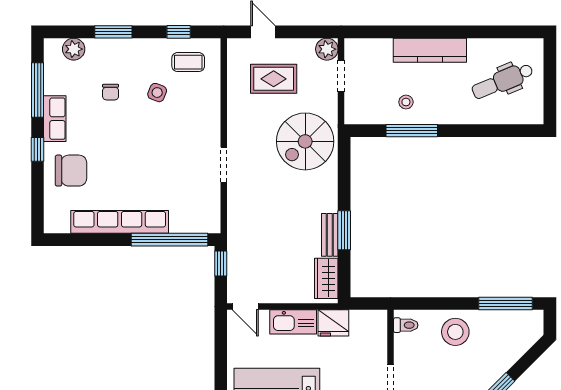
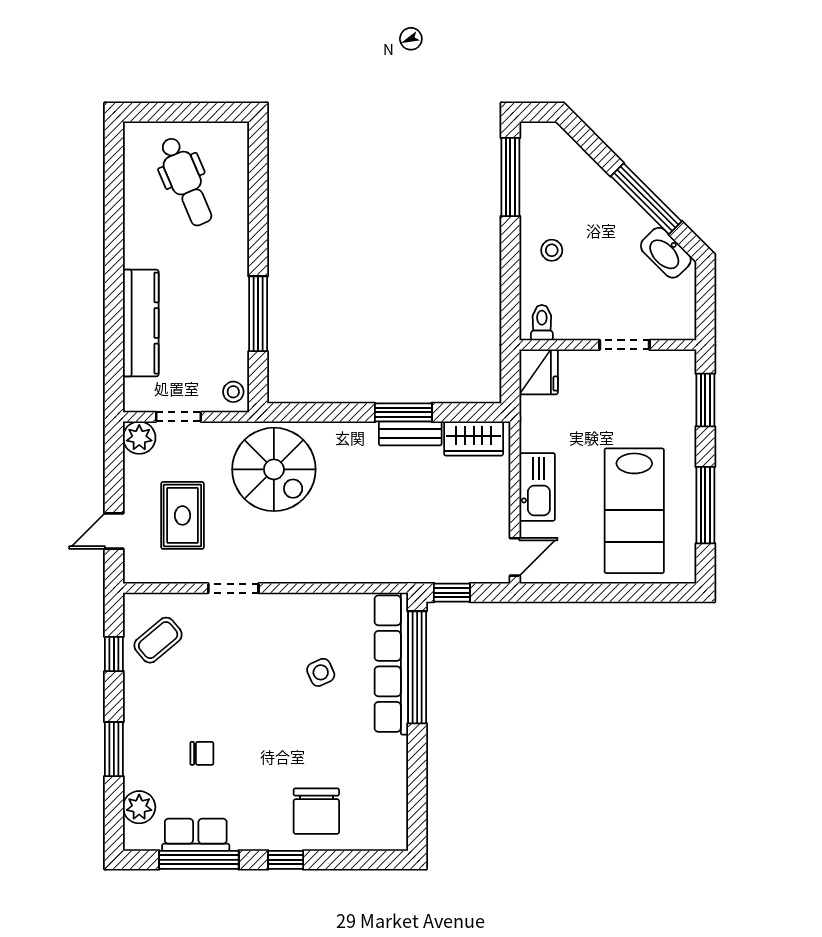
kitchen counter: (430, 50) -> (141, 323), moved
coffee table: (188, 62) -> (158, 640), turned 50
side table: (157, 93) -> (321, 672), moved, turned 45
stool: (406, 102) -> (233, 392), moved
row of seats: (55, 119) -> (196, 835), moved
doorway: (224, 165) -> (233, 588), moved
chair: (71, 171) -> (316, 811), turned 180
row of seats: (120, 222) -> (391, 664), moved
fridge: (333, 323) -> (539, 372), moved
stool: (455, 332) -> (552, 250), width x0.53, depth x0.53

